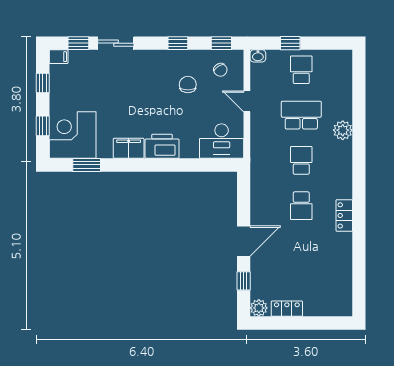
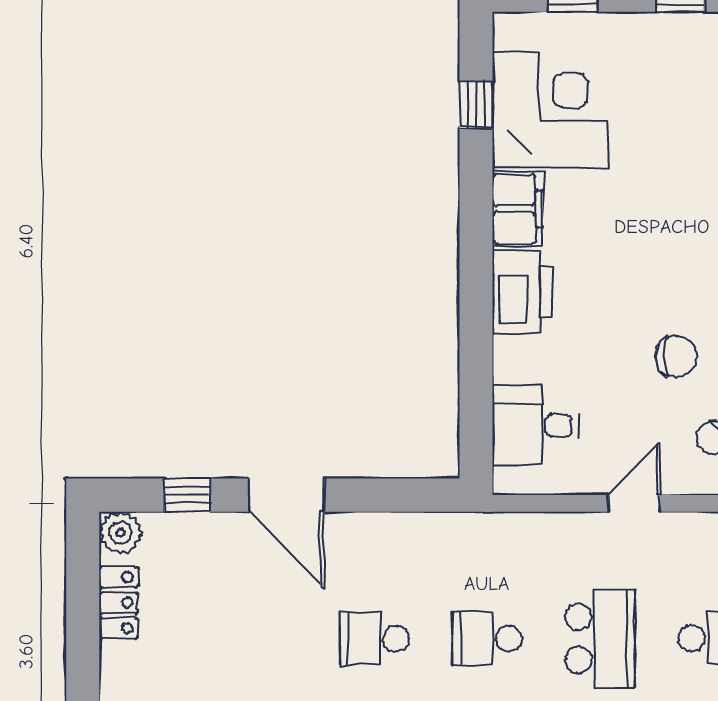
corner desk: (73, 135) -> (550, 110), moved
desk: (222, 141) -> (535, 425), width x0.73
school desk: (301, 160) -> (487, 639), turned 180
window: (87, 165) -> (476, 105), width x0.67

